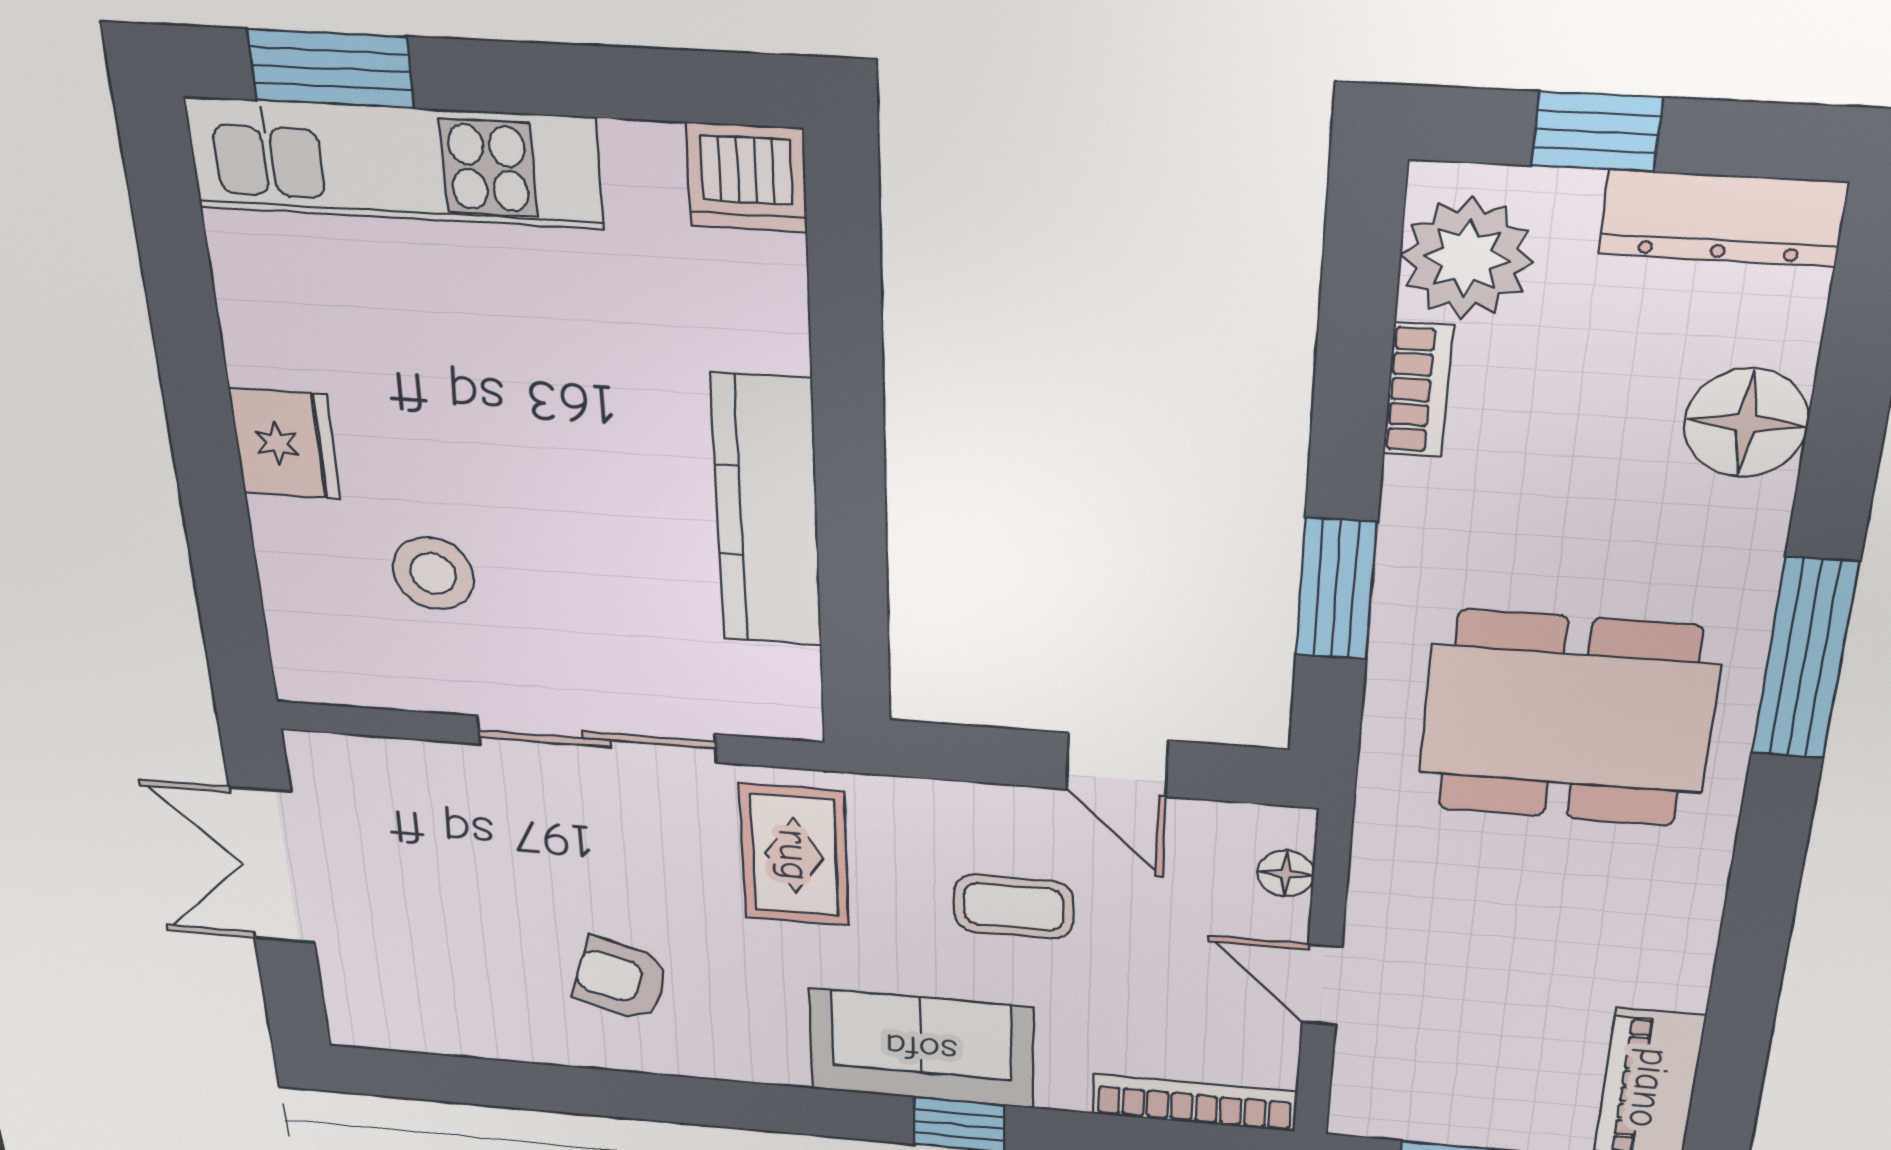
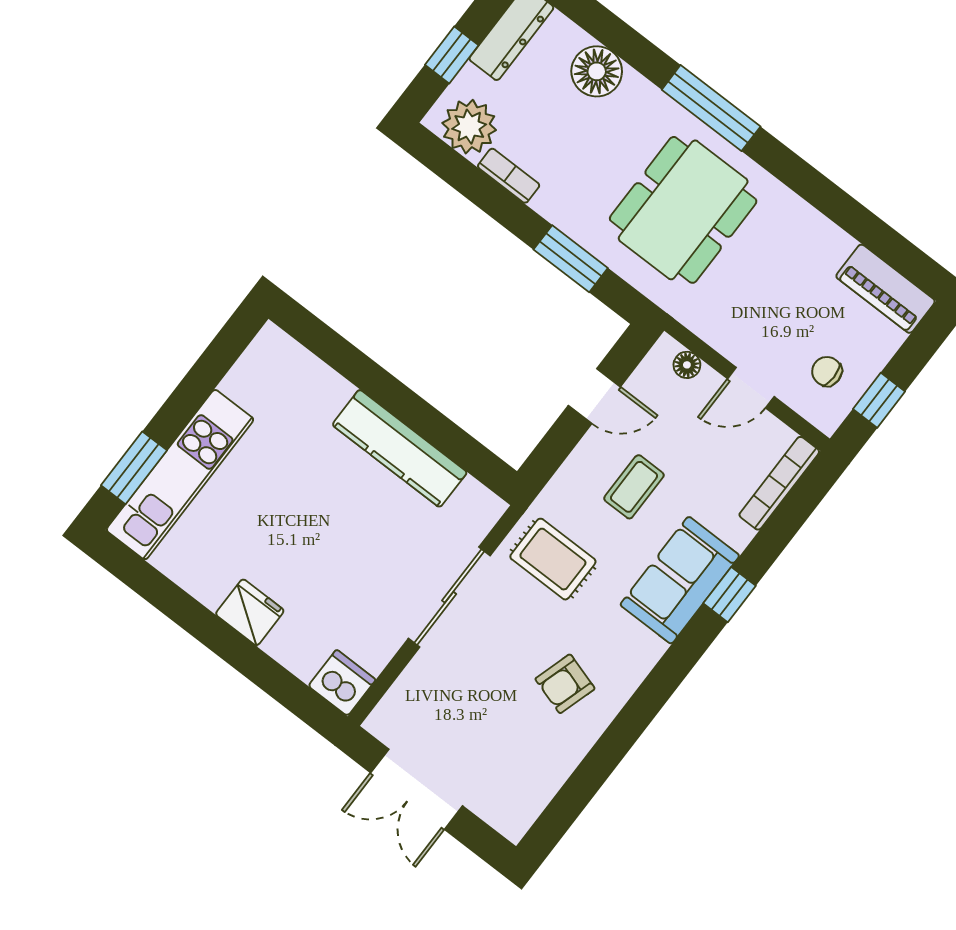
dishwasher: (747, 177) -> (342, 683), moved, turned -90
stool: (433, 573) -> (338, 601), removed
chair: (1437, 1076) -> (827, 371), added

